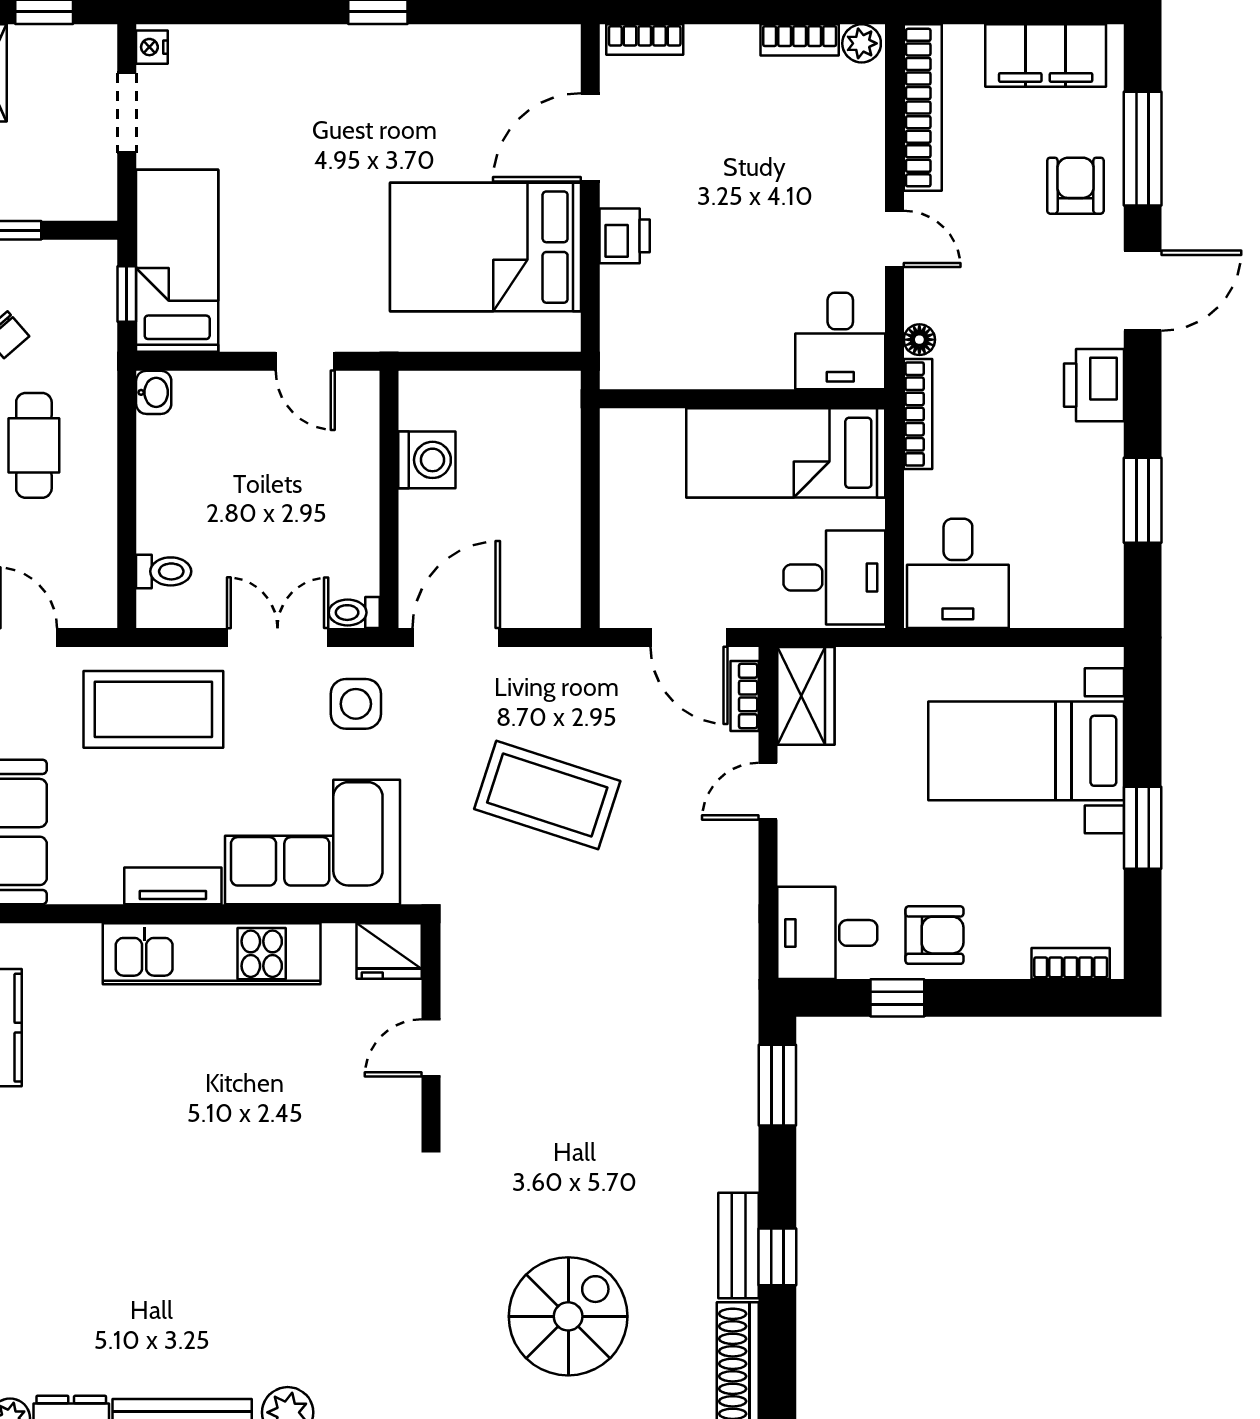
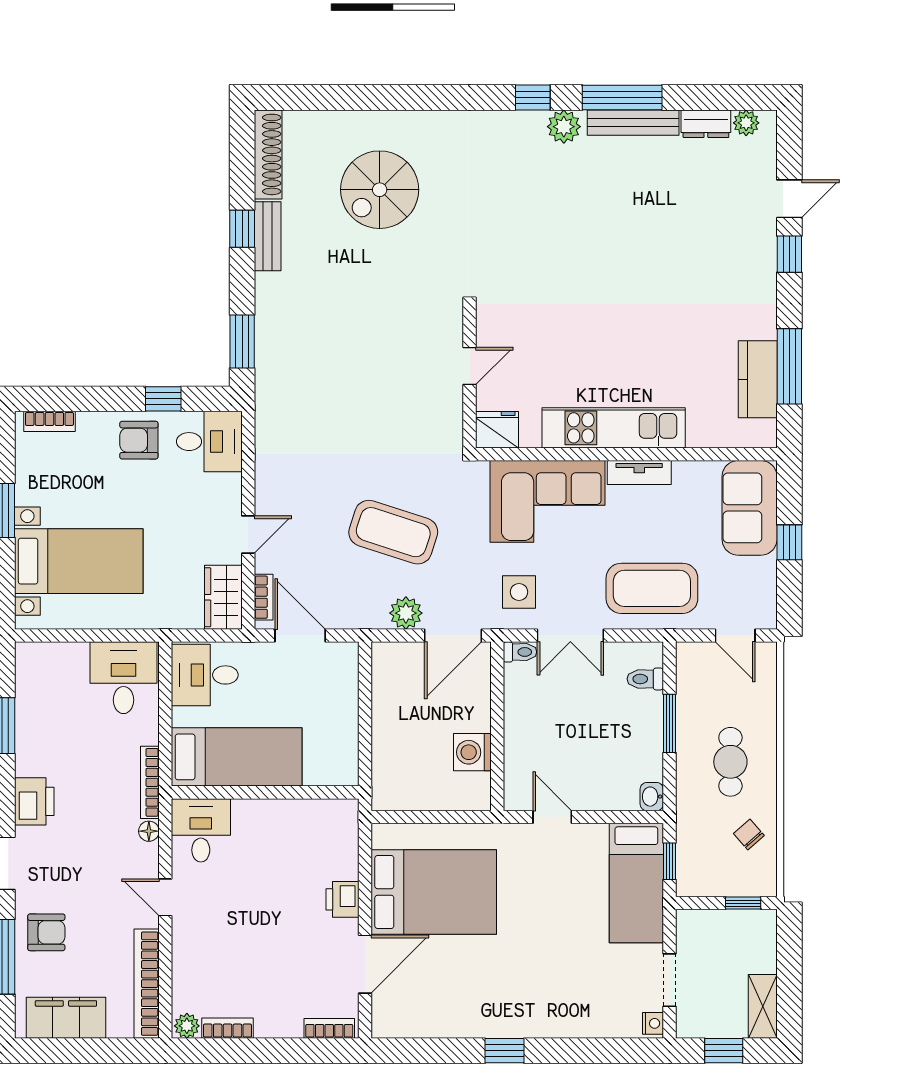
armchair: (1075, 186) -> (46, 932), turned -90
window: (127, 504) -> (669, 723), added
plant: (528, 672) -> (406, 613), added

